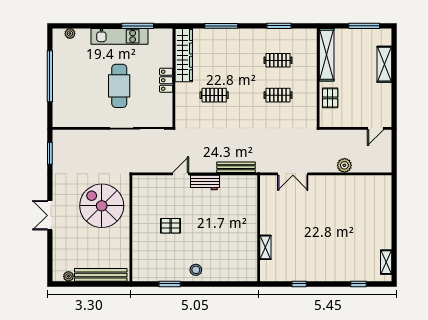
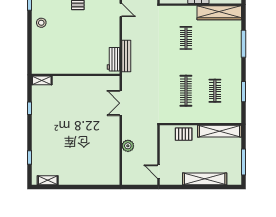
shelving: (384, 64) -> (205, 179), width x1.47
clothes rail: (278, 95) -> (186, 91), width x1.36
workbench: (205, 183) -> (114, 59), moved
shelving: (265, 247) -> (42, 80), moved

